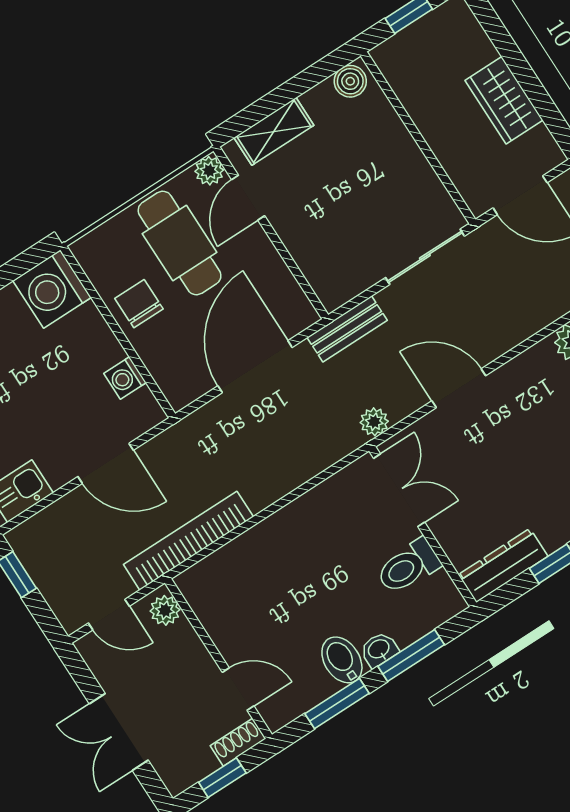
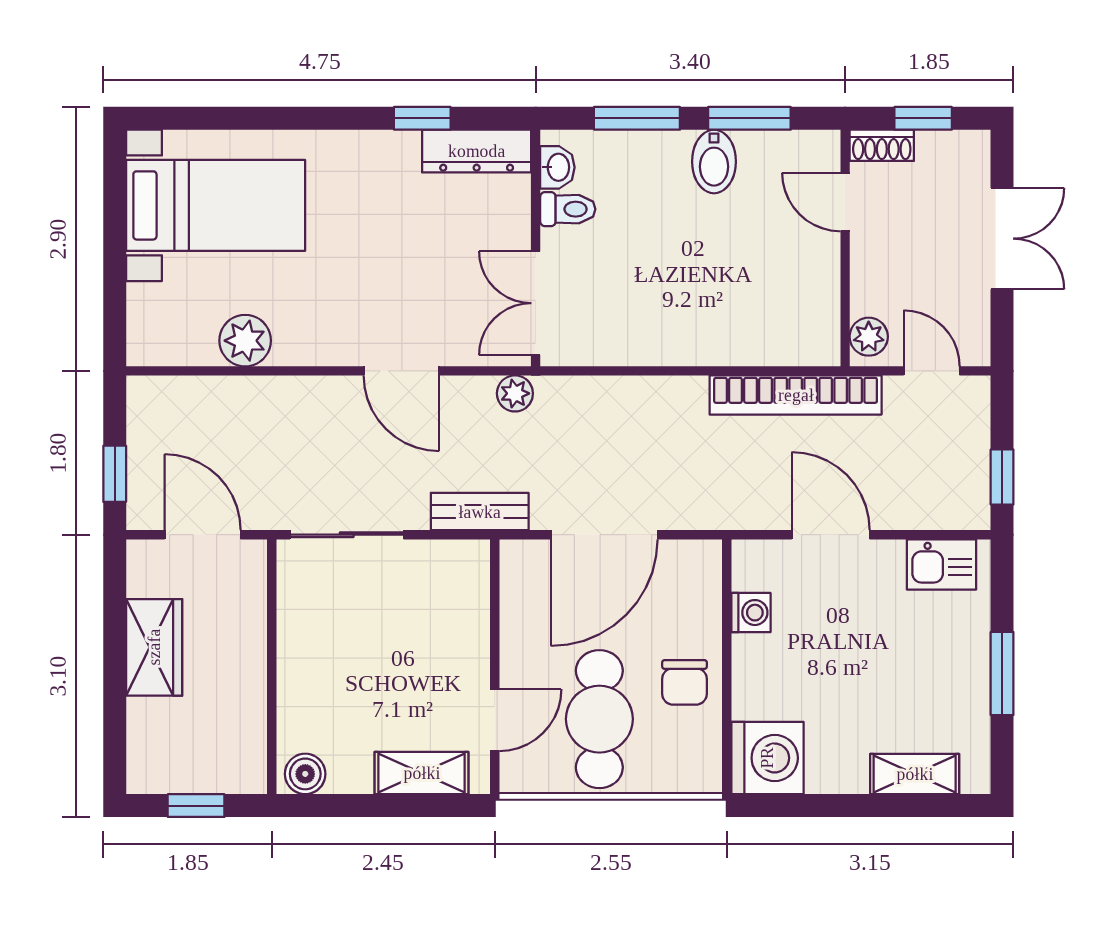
plant: (209, 171) -> (518, 776), removed
toilet: (408, 566) -> (568, 209), width x0.73, depth x0.72
washbasin: (379, 650) -> (557, 167), moved, turned -90

